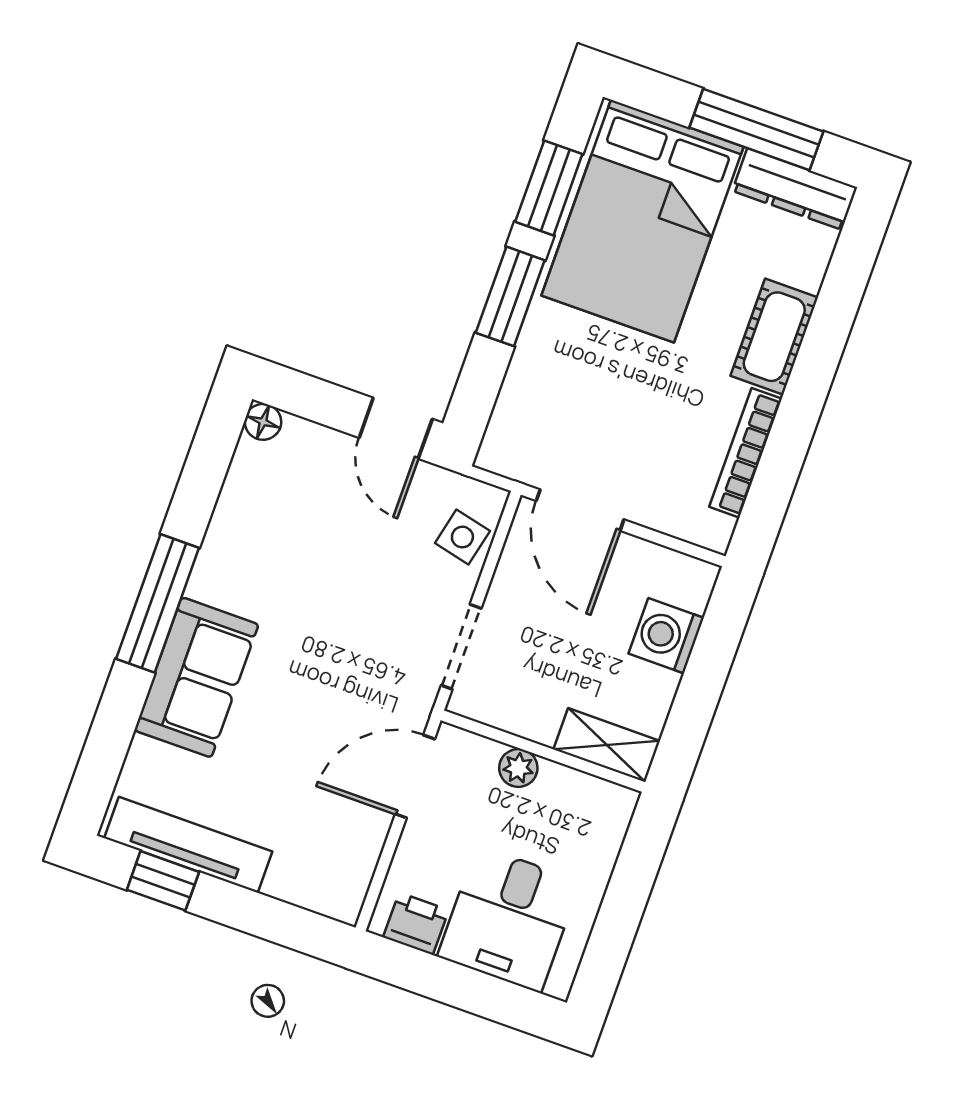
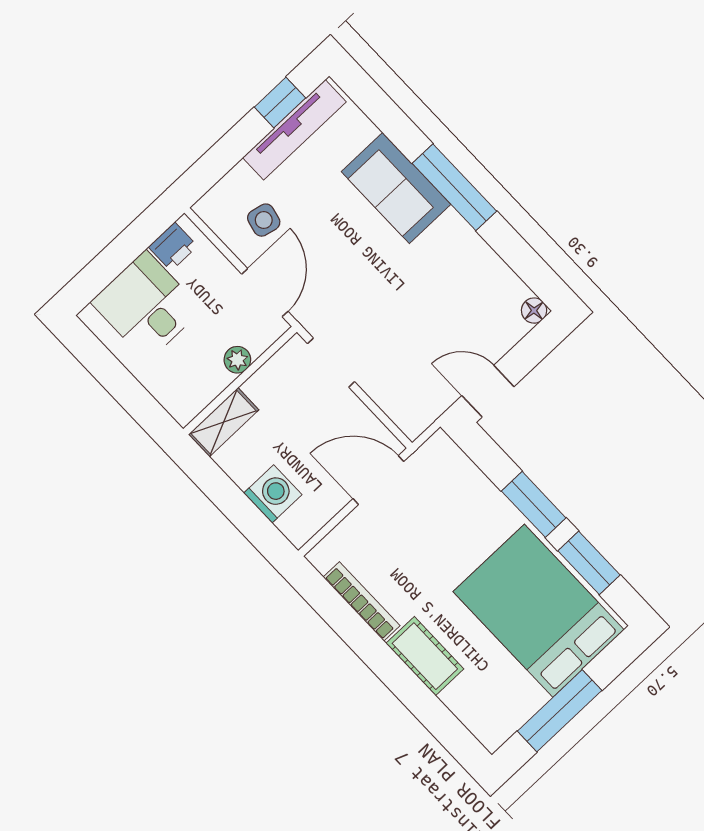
dresser: (795, 189) -> (510, 716), removed
side table: (462, 537) -> (264, 220), moved

